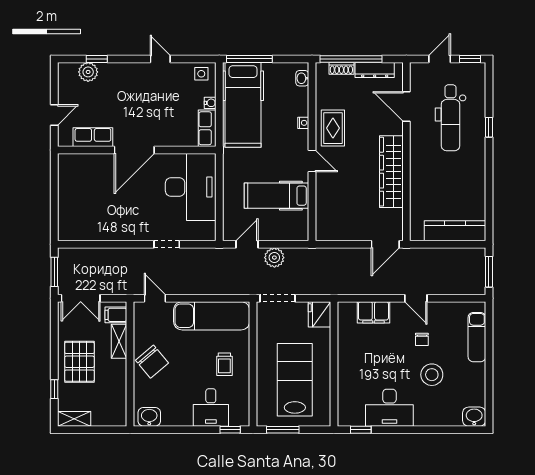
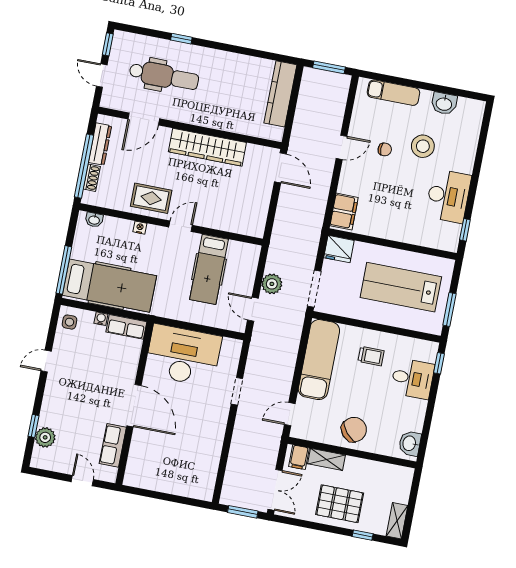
filing cabinet: (373, 312) -> (344, 212), moved
washbasin: (474, 417) -> (444, 104), moved, turned -90

